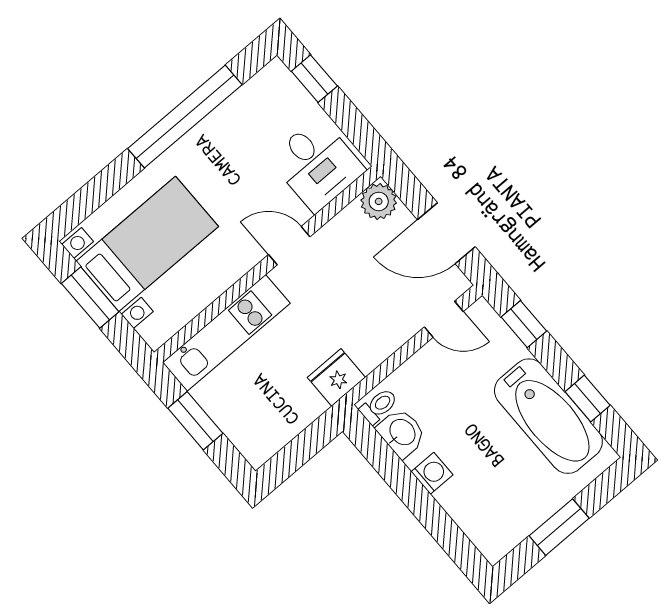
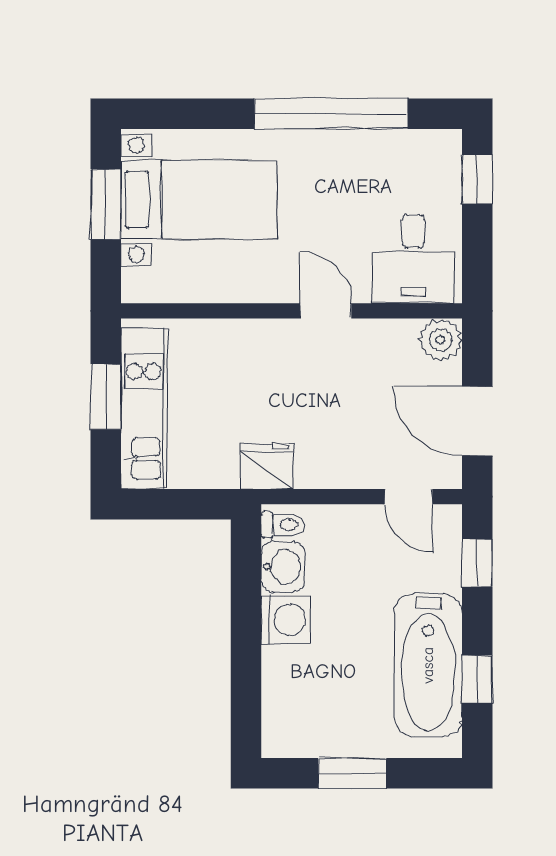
kitchen unit: (226, 333) -> (144, 408), moved, turned -90
washing machine: (432, 473) -> (286, 620), width x1.38, depth x1.38

